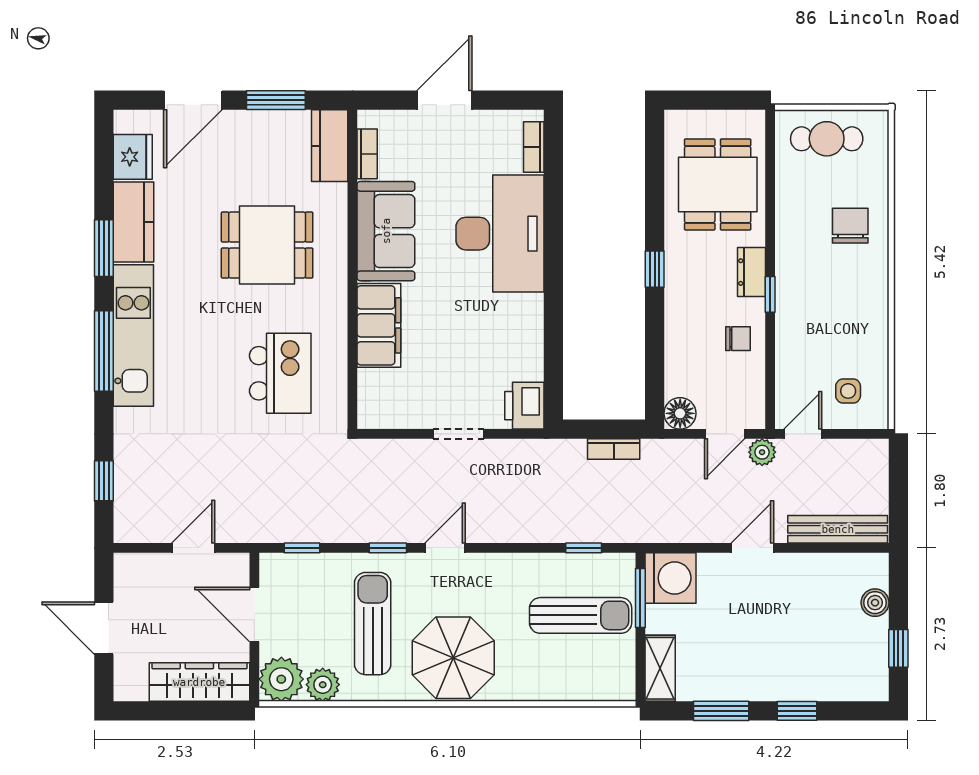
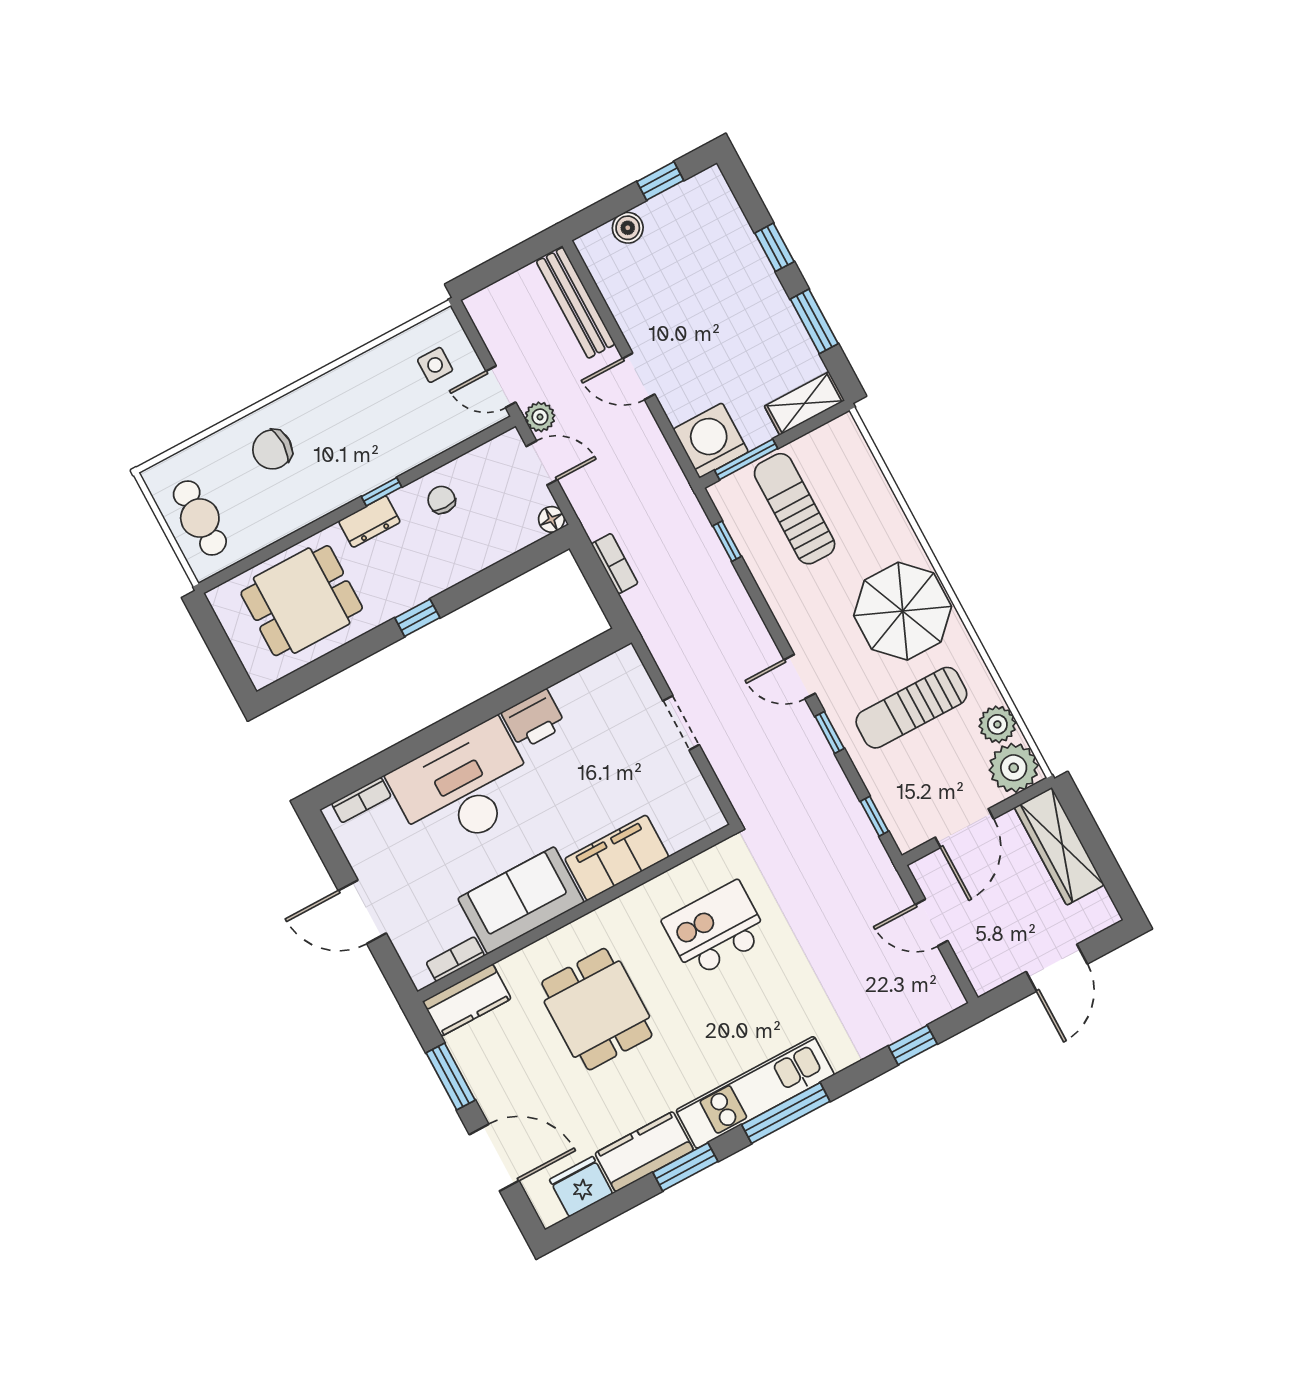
printer: (524, 406) -> (534, 719), moved
floor lamp: (680, 413) -> (551, 519), width x0.73, depth x0.73

